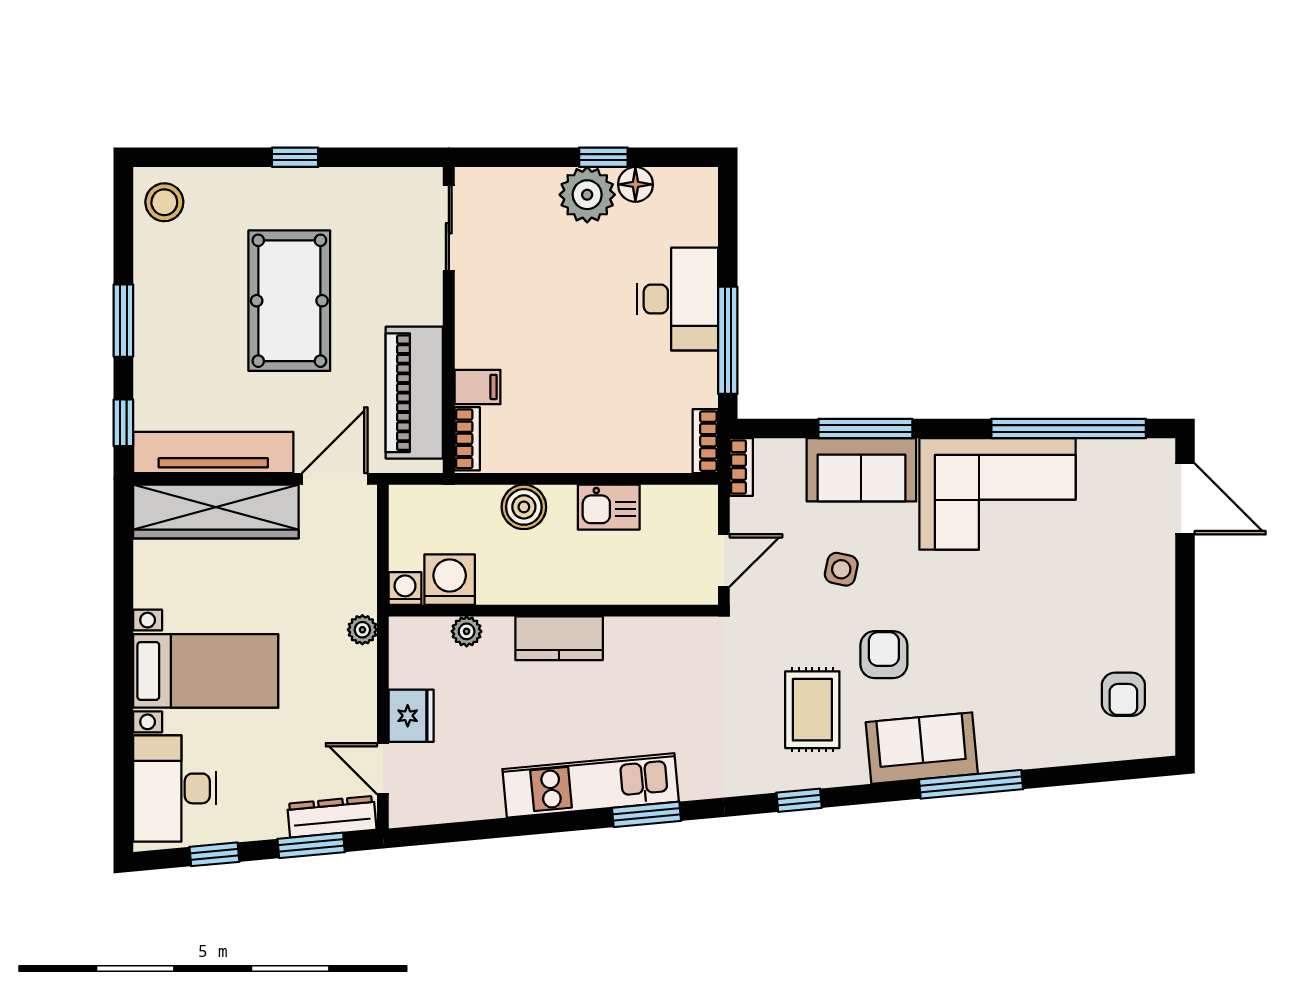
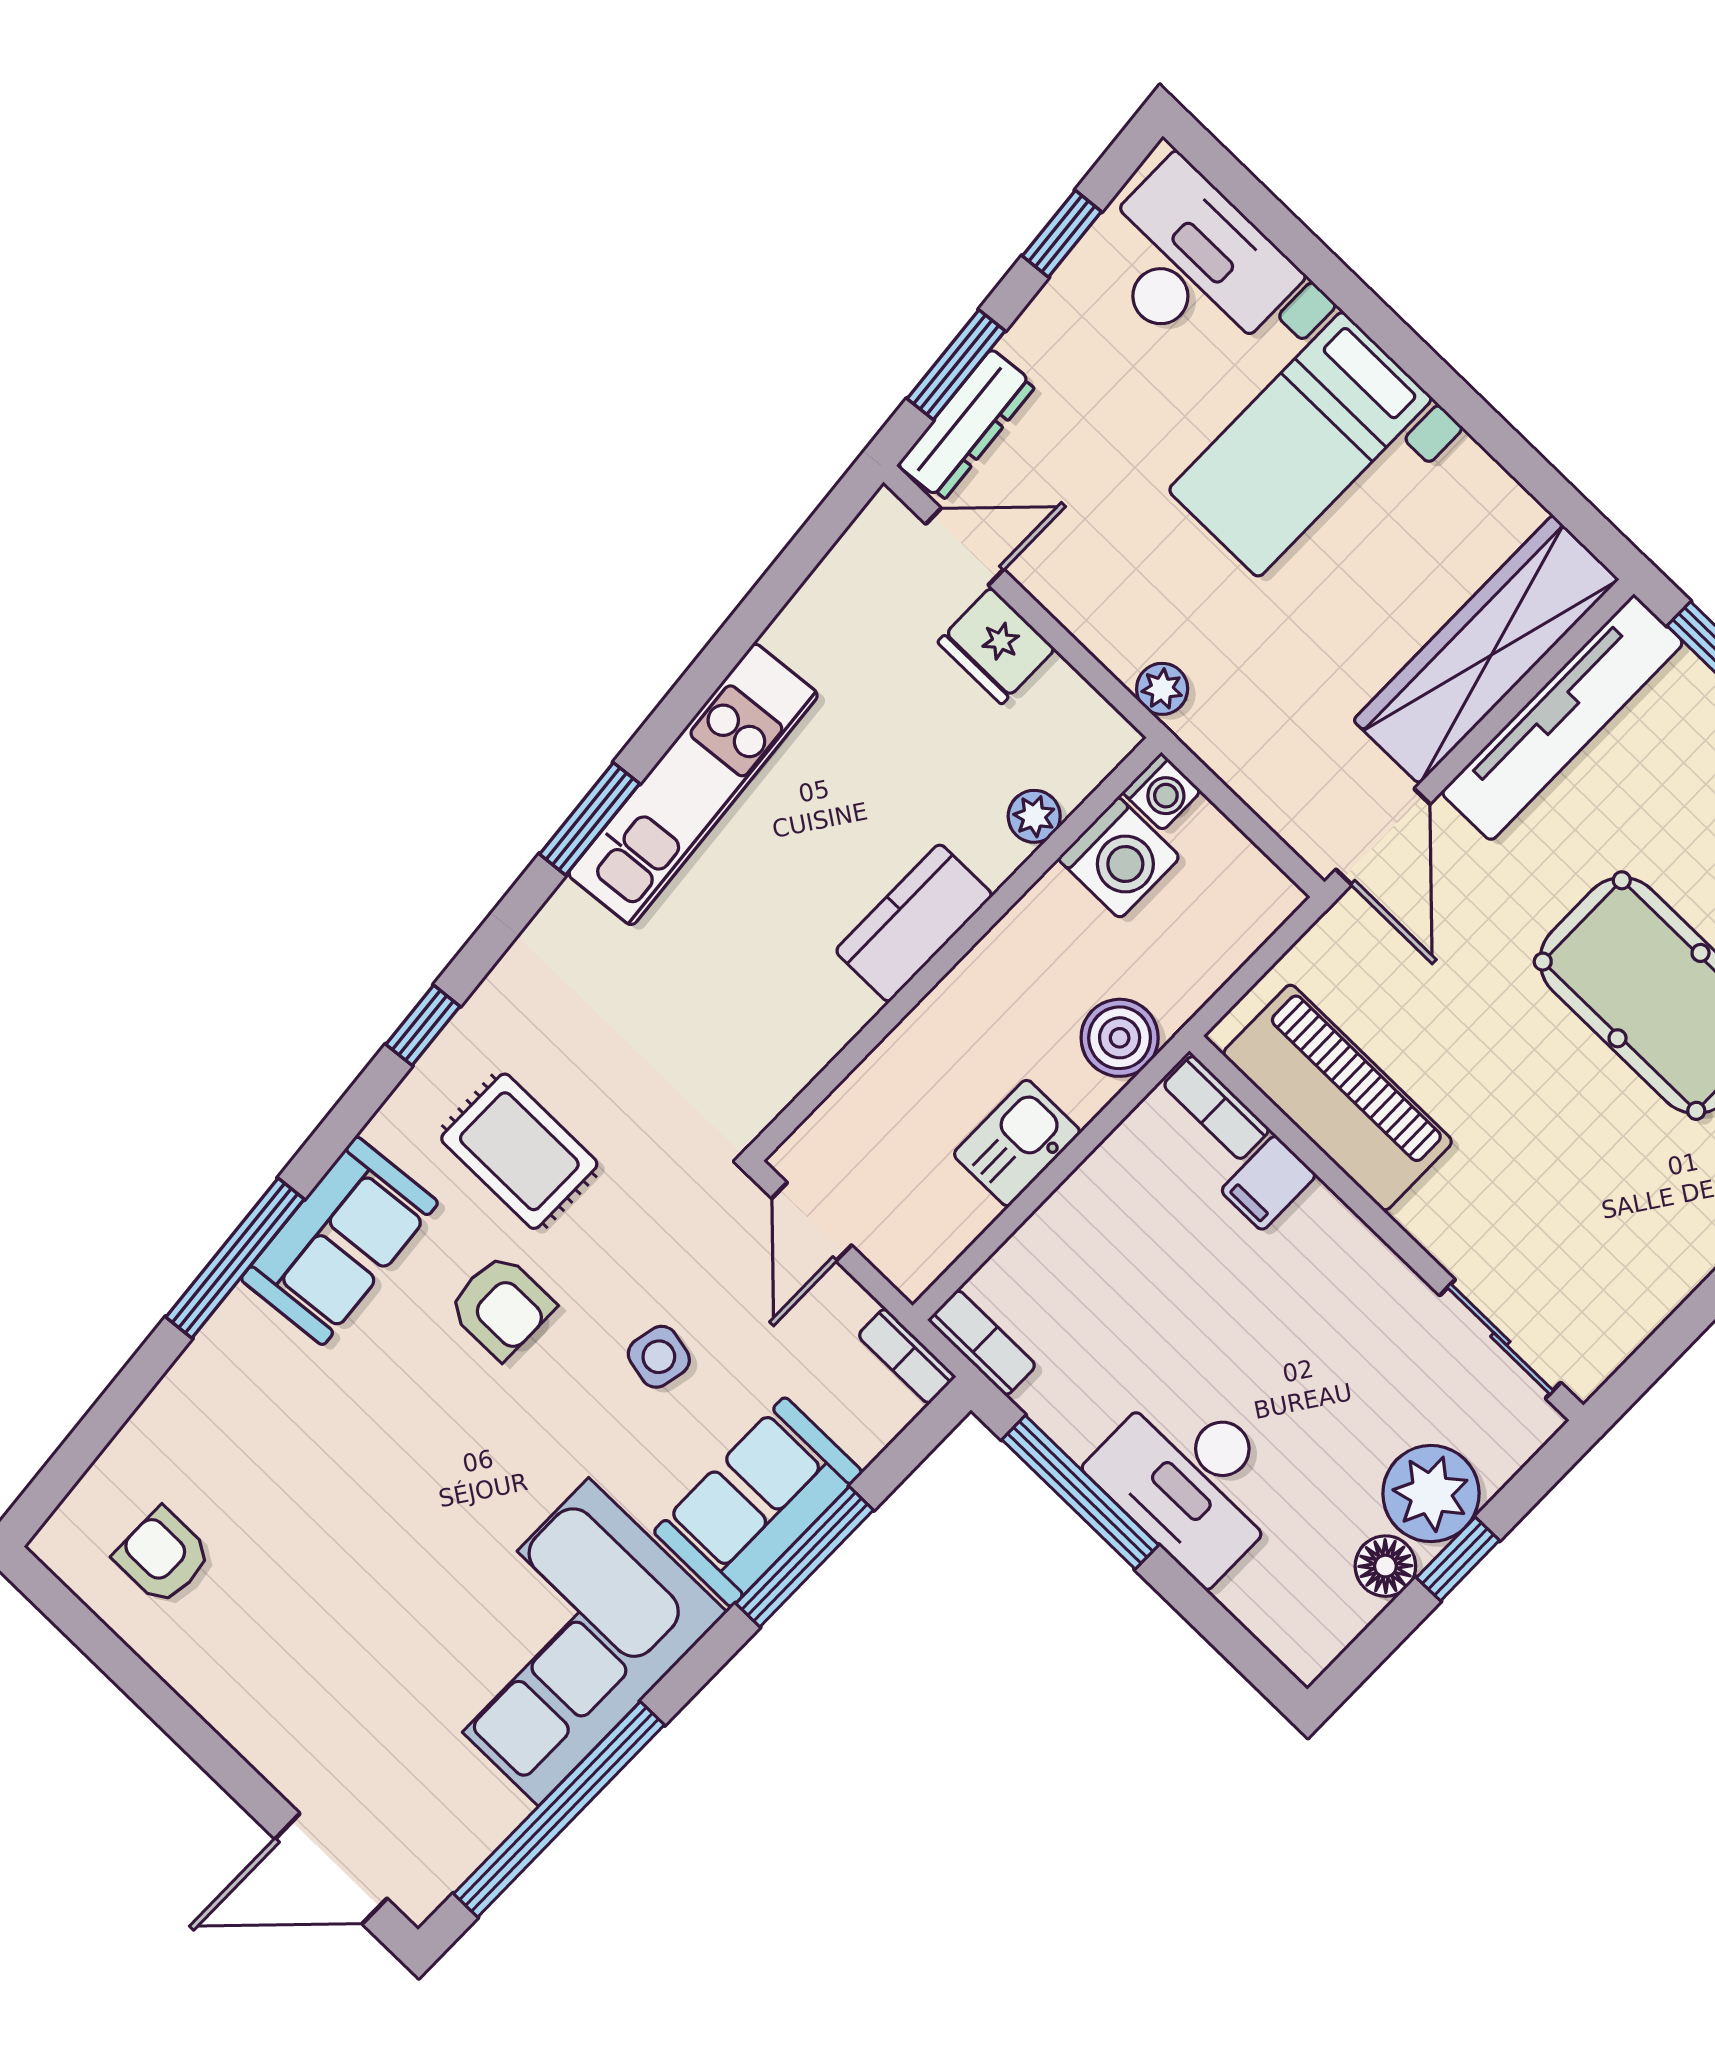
sliding door: (449, 228) -> (1500, 1339), moved
wall: (449, 320) -> (1386, 1228), moved
filing cabinet: (478, 387) -> (1268, 1183), moved
piano: (414, 393) -> (1338, 1098), moved
bookcase: (467, 439) -> (1216, 1108), moved

